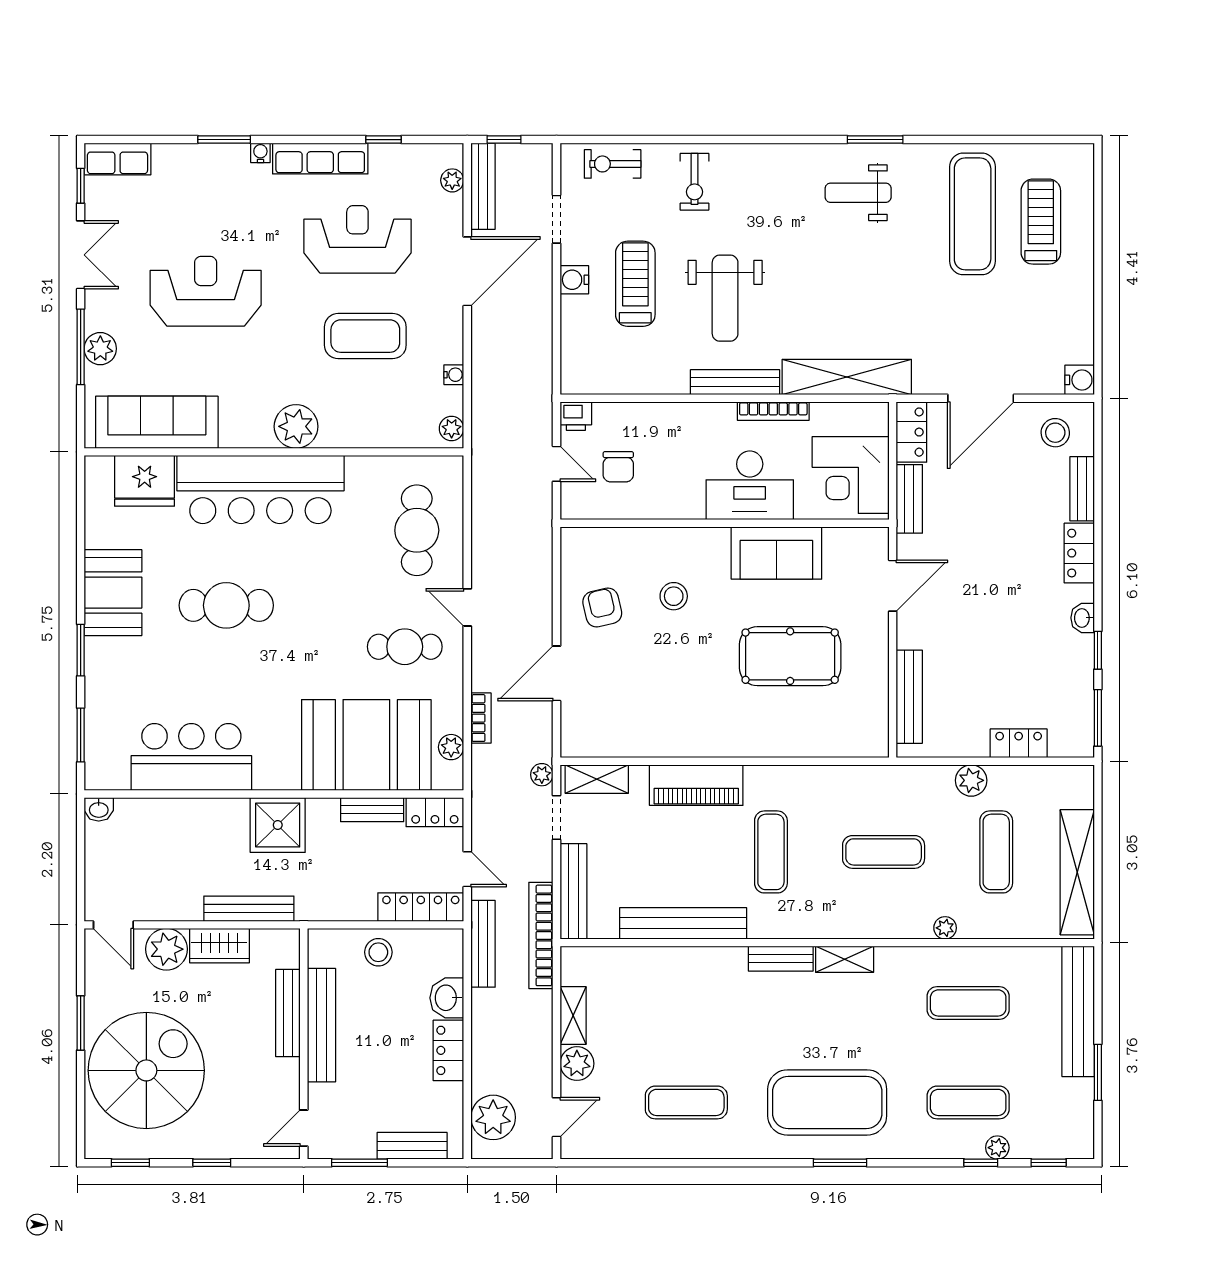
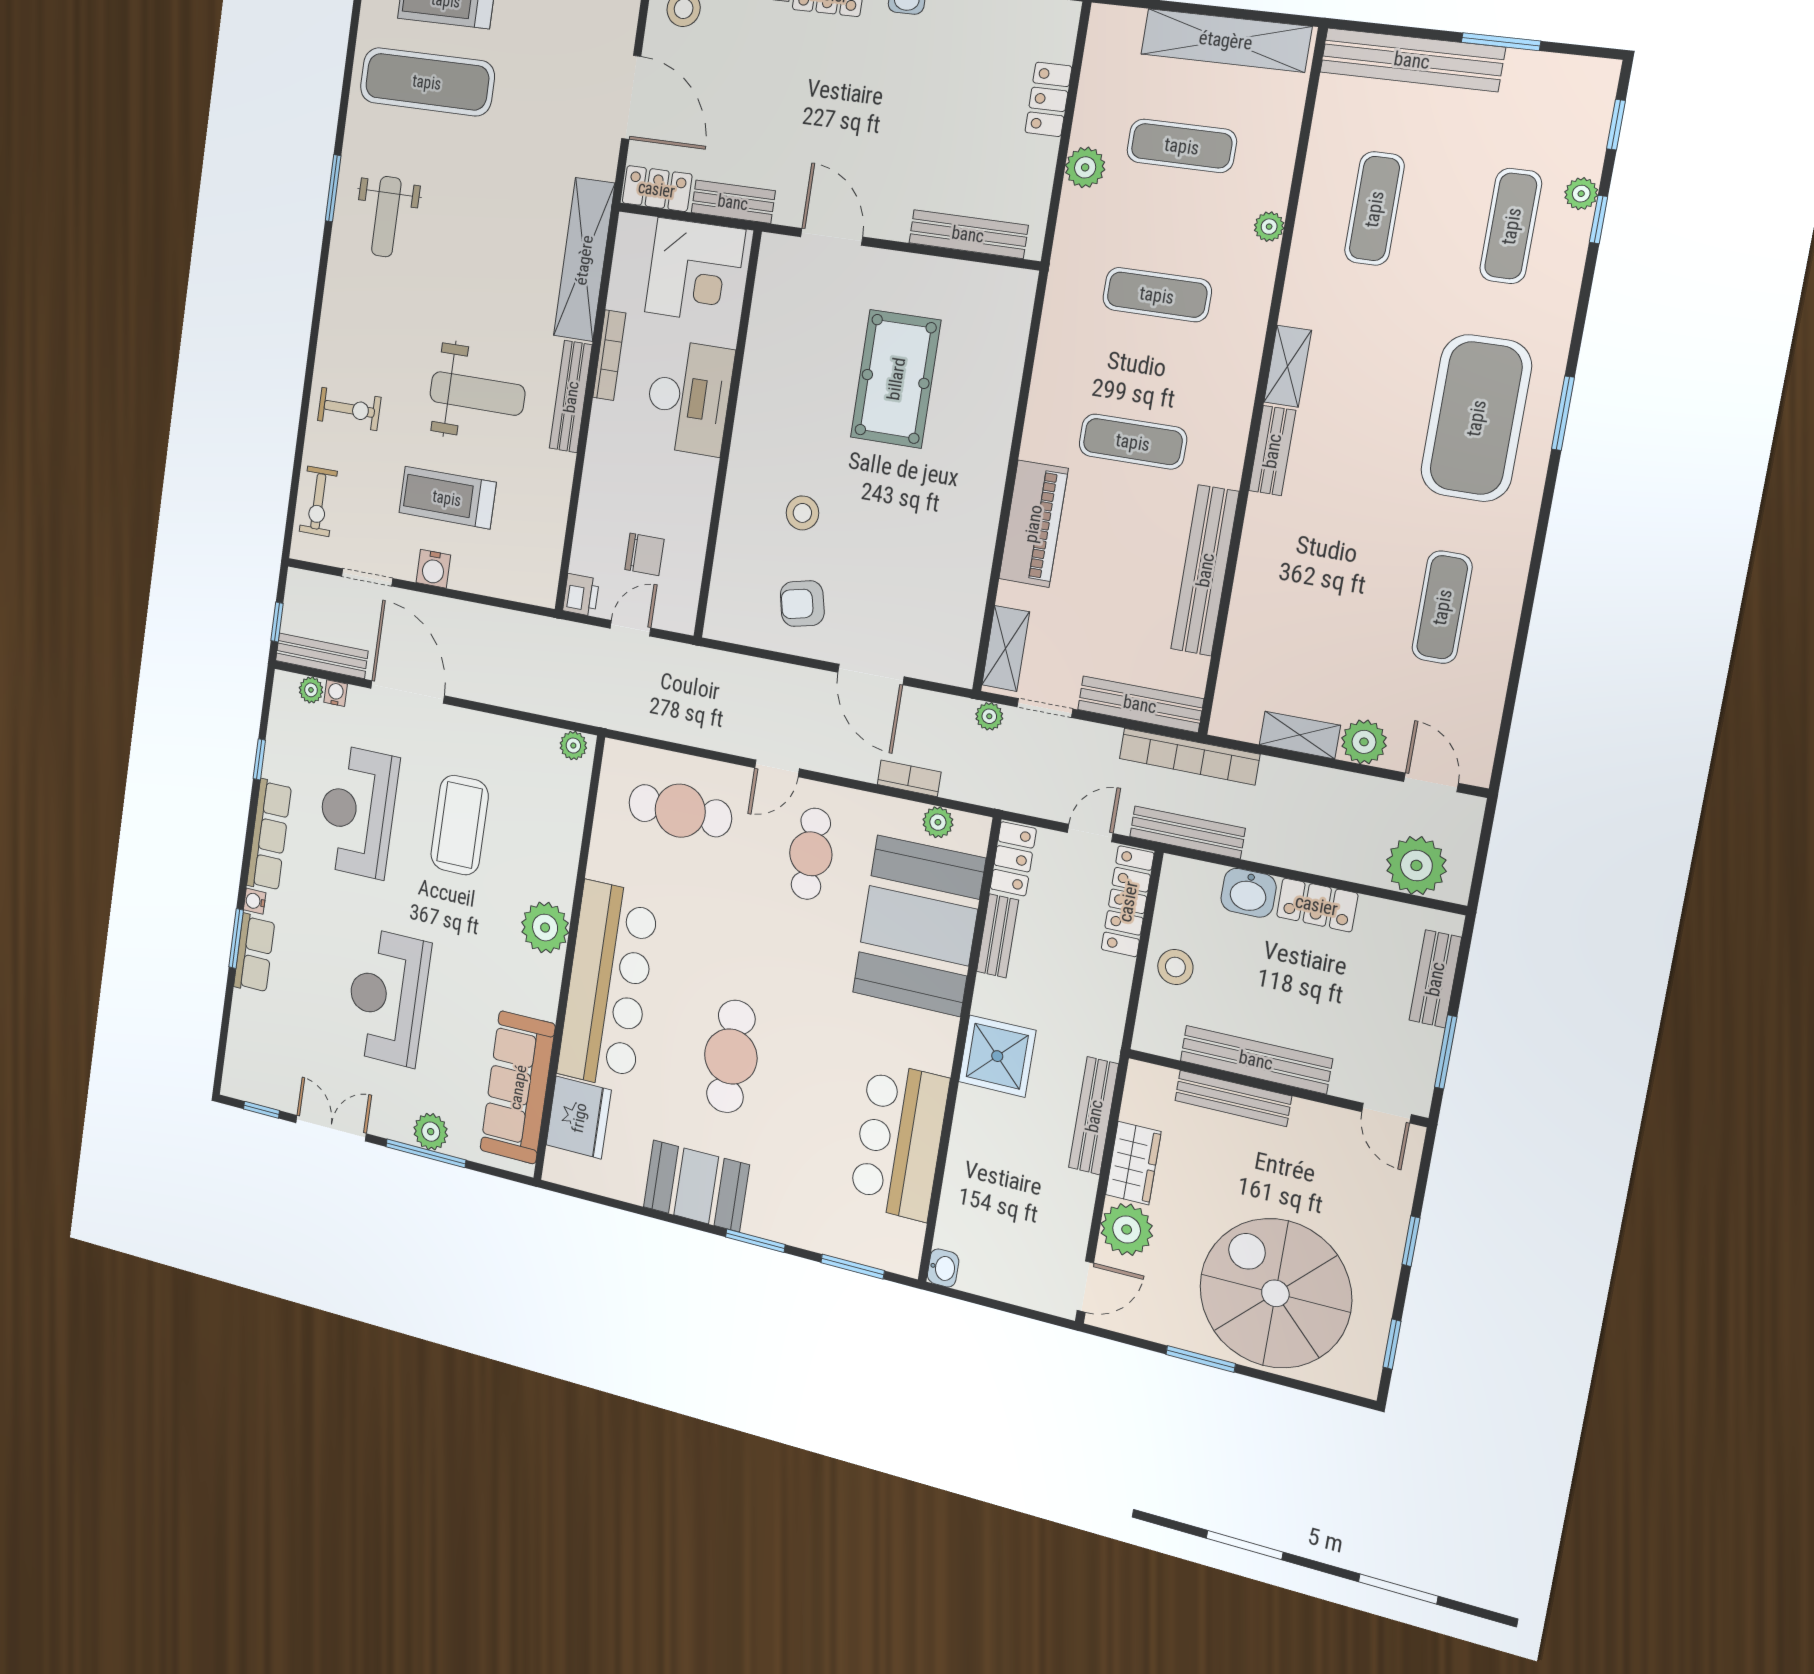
row of seats: (117, 159) -> (254, 954), moved
water cooler: (454, 375) -> (336, 693), moved
sofa: (776, 553) -> (771, 377), removed
exercise mat: (884, 852) -> (1157, 295), turned 90

